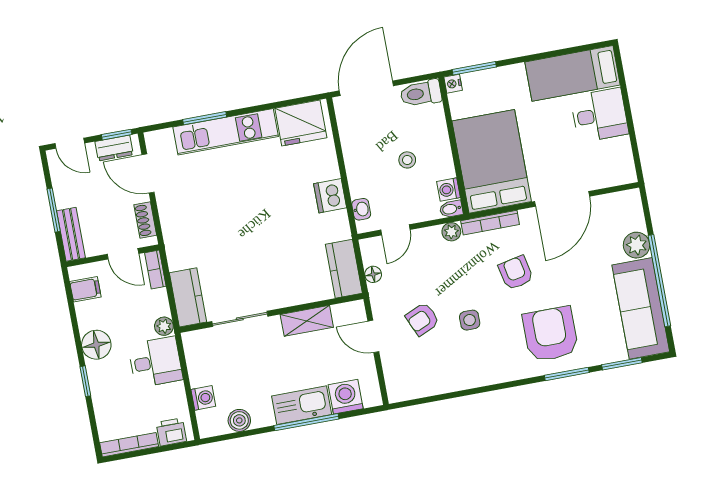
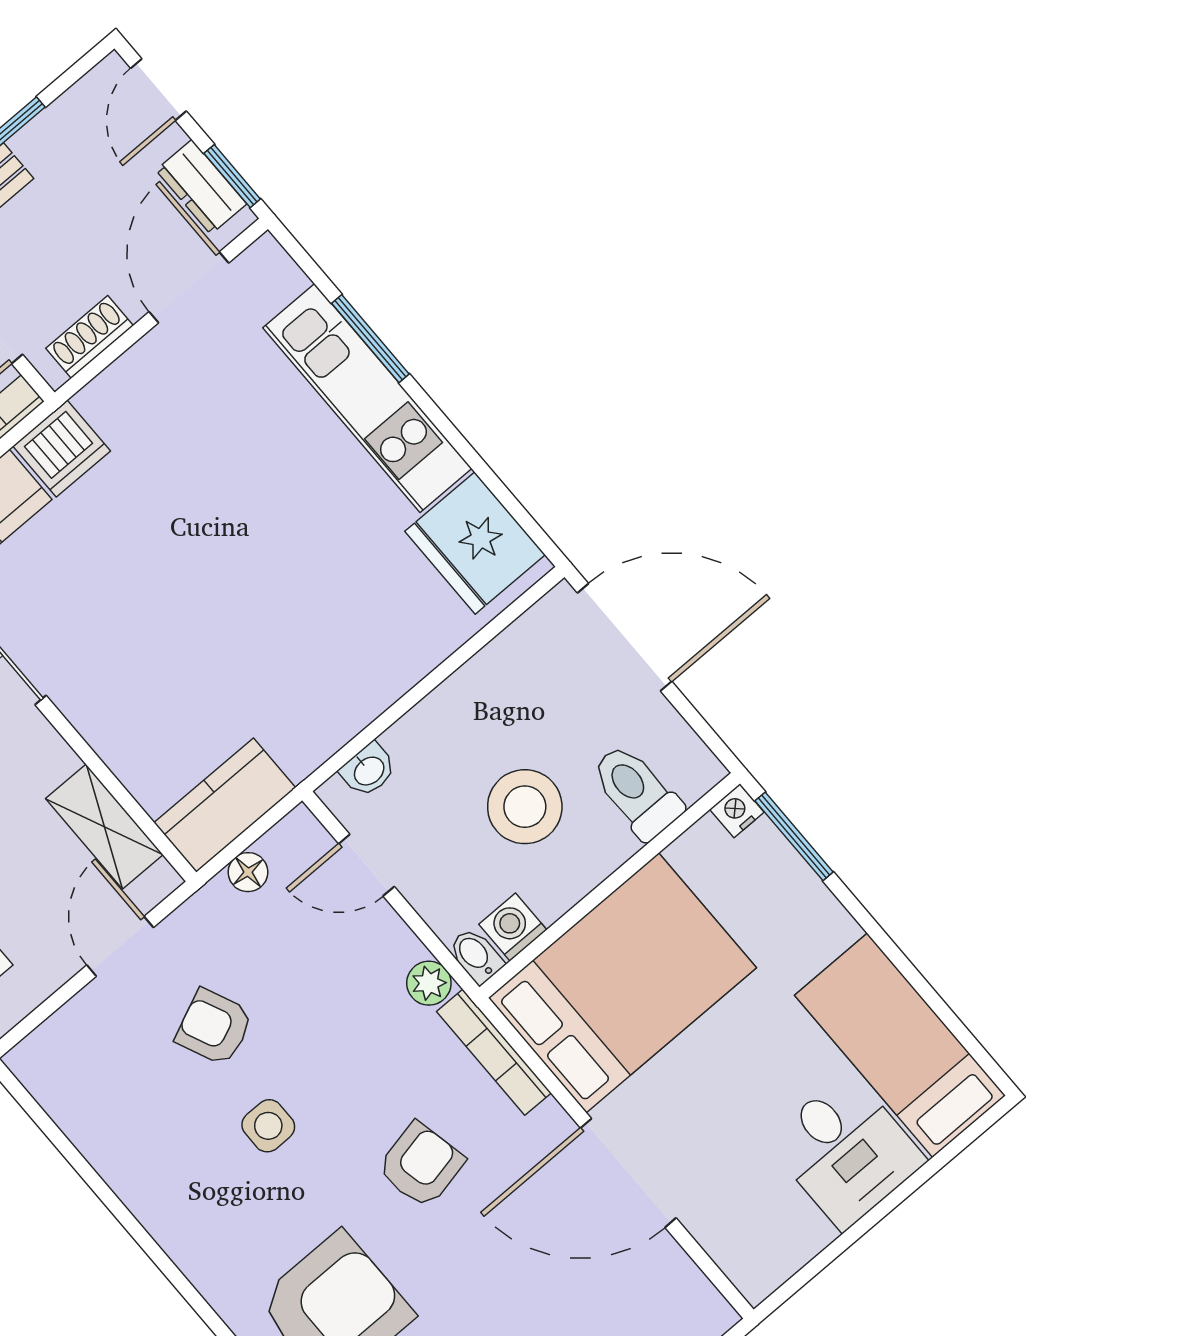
toilet: (421, 93) -> (636, 792), moved
stool: (407, 160) -> (525, 807), width x1.89, depth x1.89
dishwasher: (330, 196) -> (62, 448), moved, turned 180
shelving: (307, 321) -> (104, 827), moved

